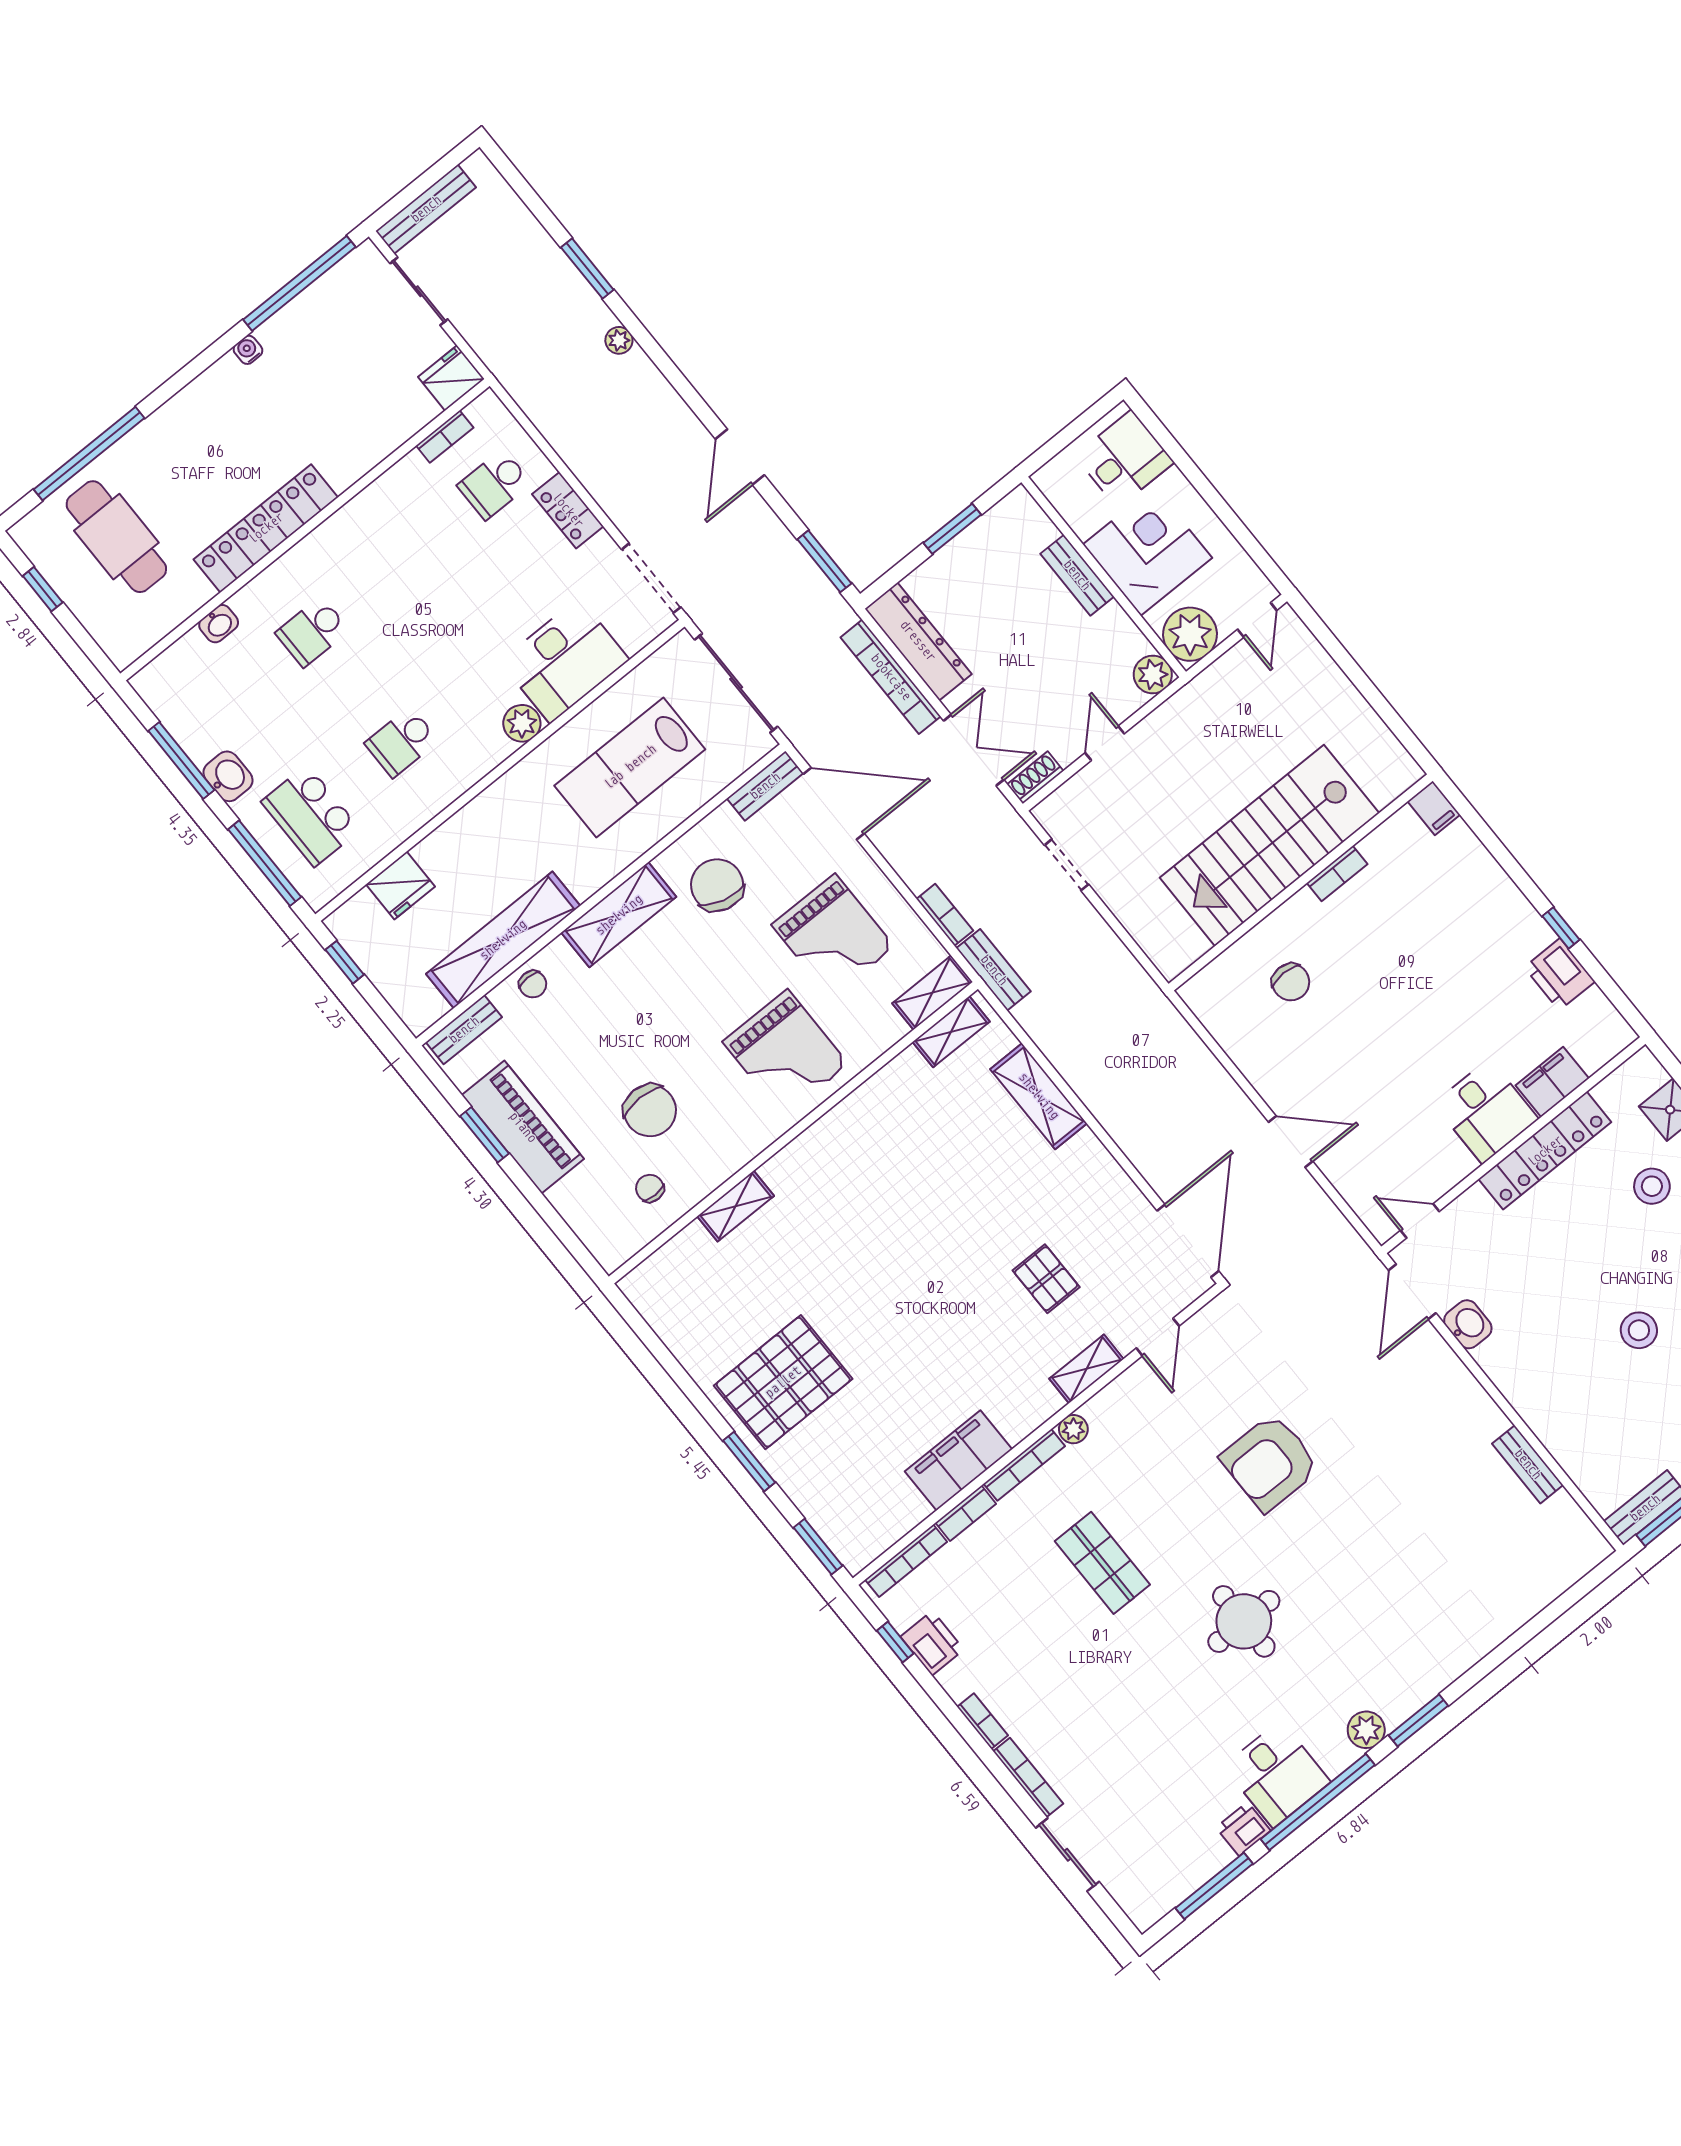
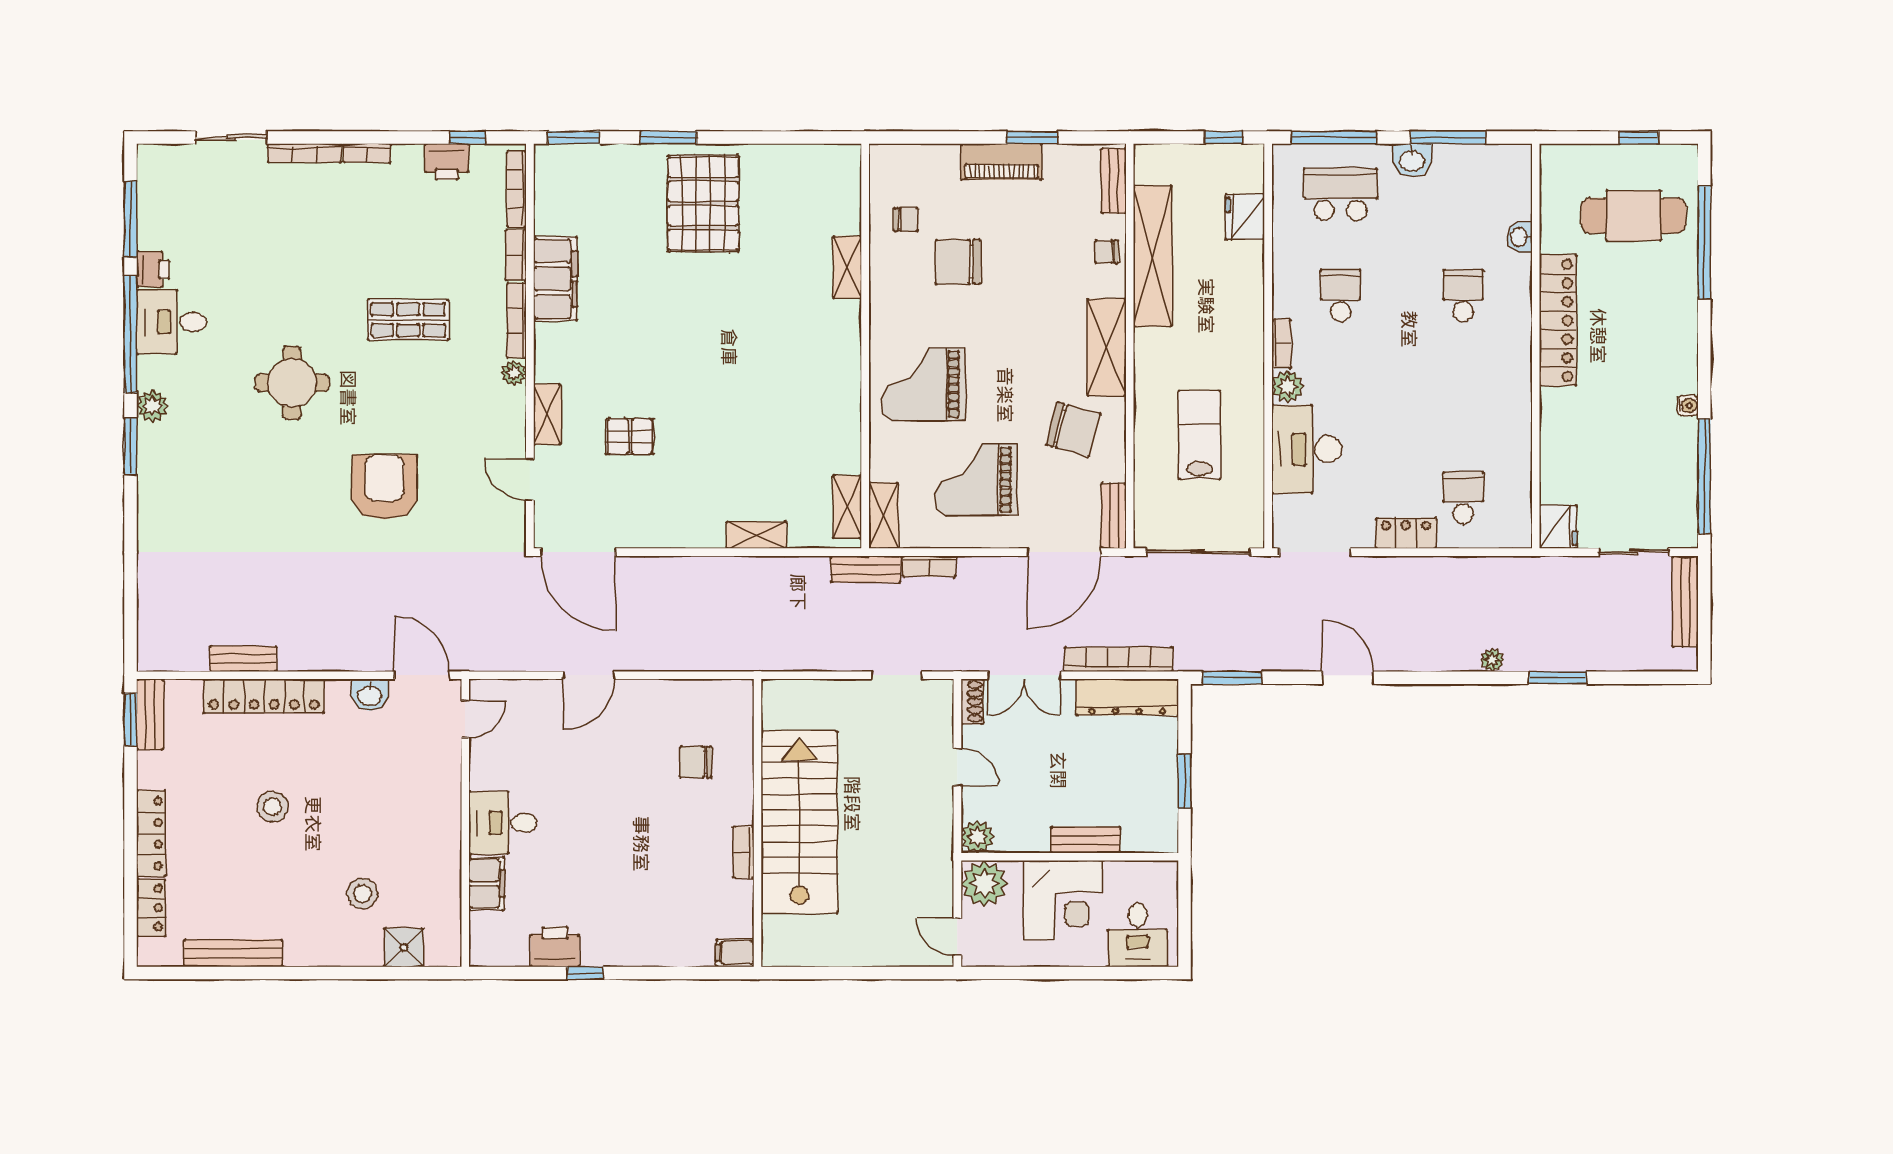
bookcase: (445, 437) -> (1282, 344), moved, turned 180
lab bench: (630, 767) -> (1199, 435), width x0.73, depth x0.72
shelving: (1039, 1096) -> (756, 535), width x0.67, depth x0.75
piano: (523, 1127) -> (1001, 162), width x0.73, depth x0.75
locker: (1545, 1151) -> (264, 696), moved, turned -90

